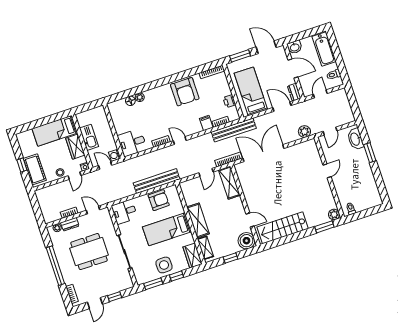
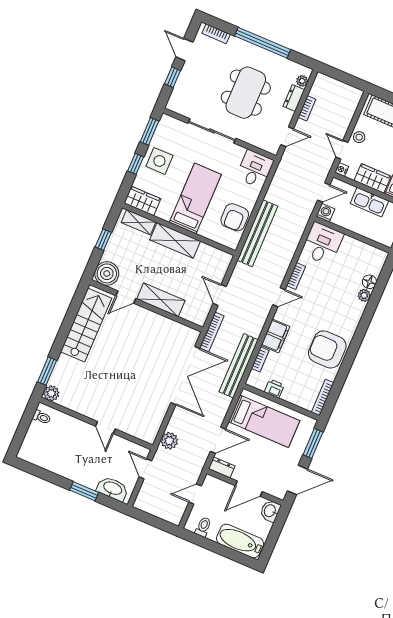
door: (320, 94) -> (195, 494), swing flipped
filing cabinet: (206, 123) -> (275, 336), width x2.00
shelving: (229, 183) -> (161, 300), moved

